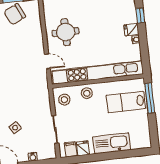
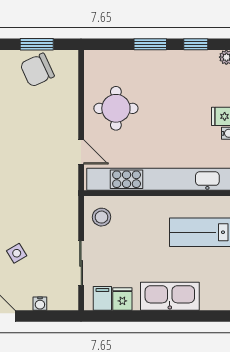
stool: (87, 93) -> (139, 211), removed

